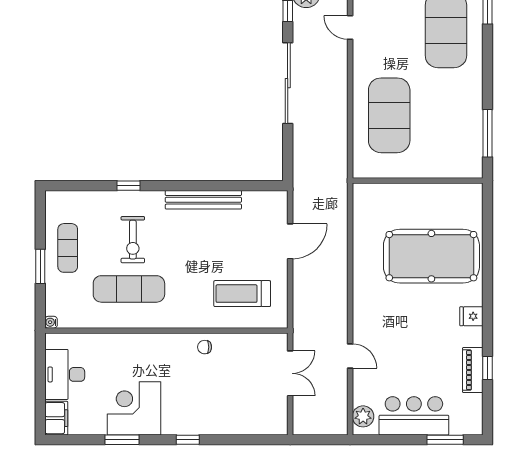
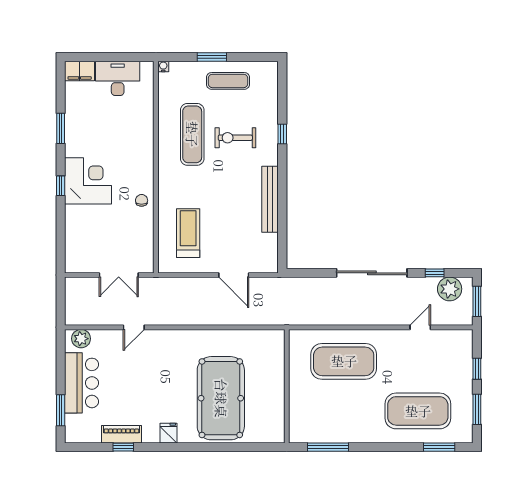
corner desk: (134, 408) -> (88, 181), moved

